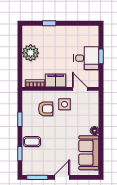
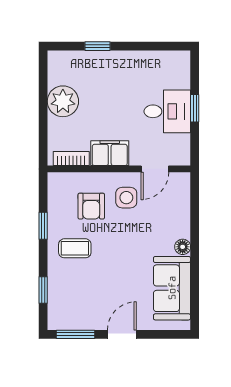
door: (80, 89) -> (155, 169), swing flipped
armchair: (46, 109) -> (91, 206), turned 90
coffee table: (32, 142) -> (75, 248), moved

